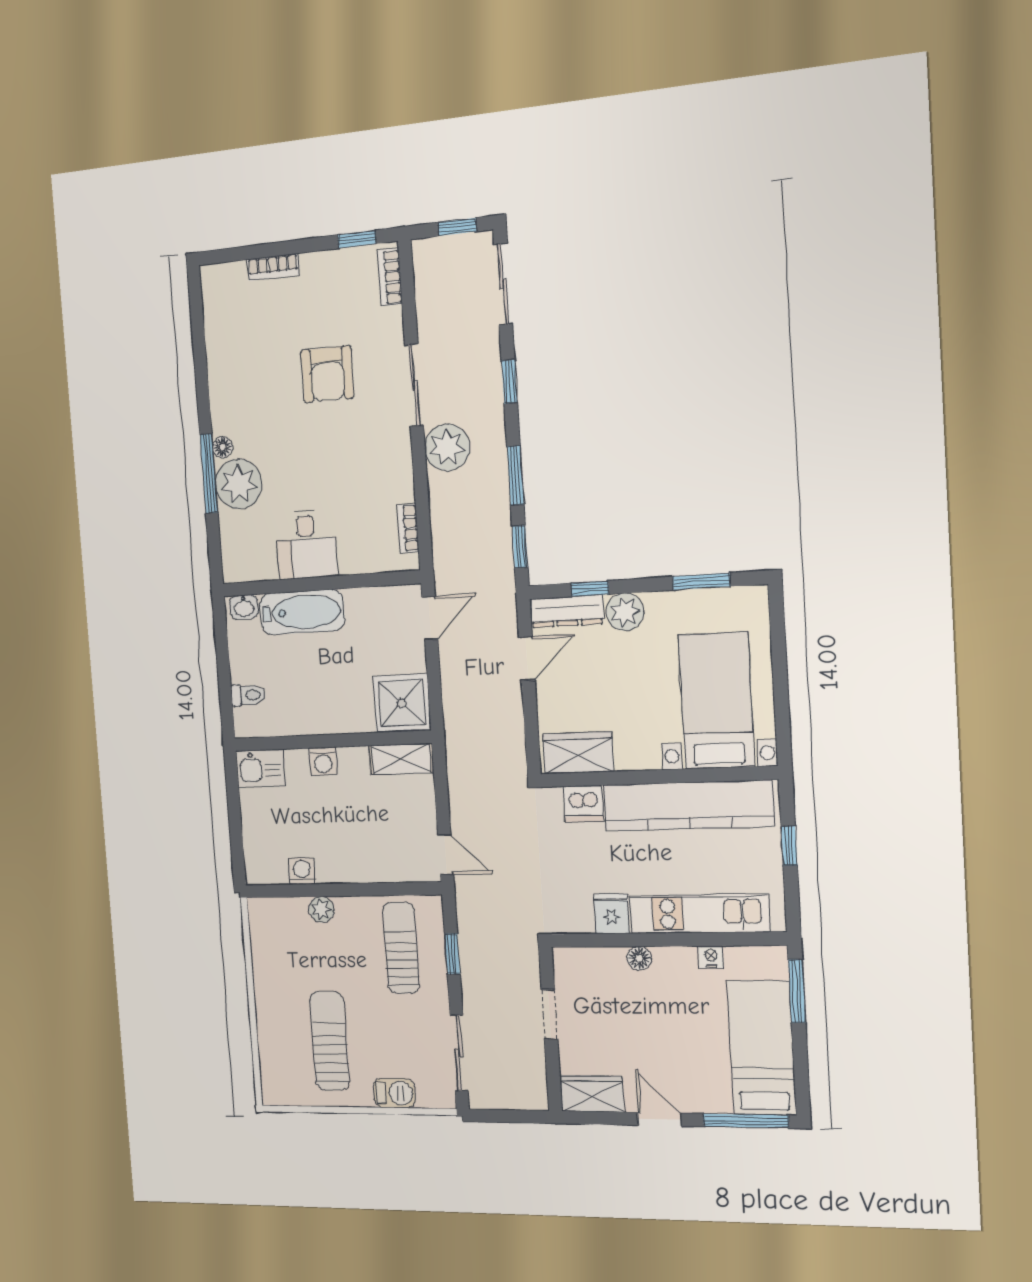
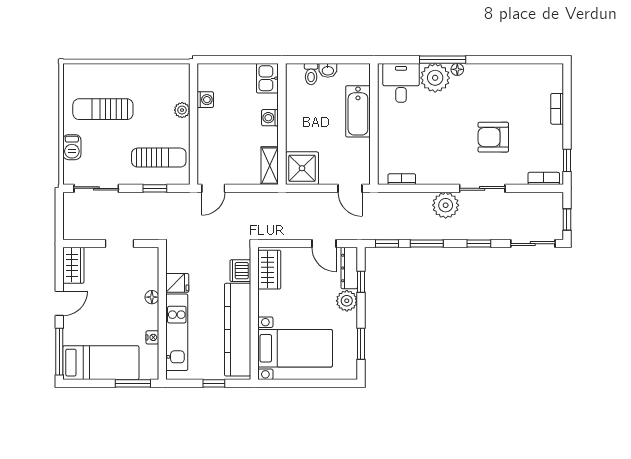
desk: (306, 544) -> (401, 83), moved, turned 90
washbasin: (244, 607) -> (328, 70), moved, turned -90
sun lounger: (329, 1041) -> (103, 109), turned 180

